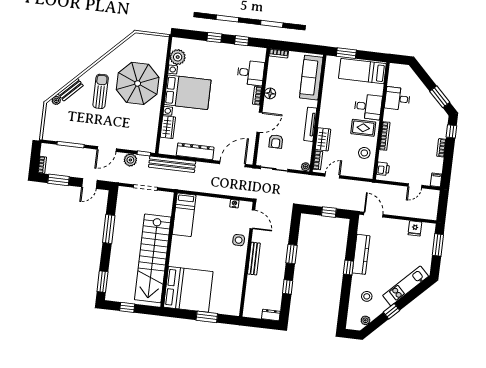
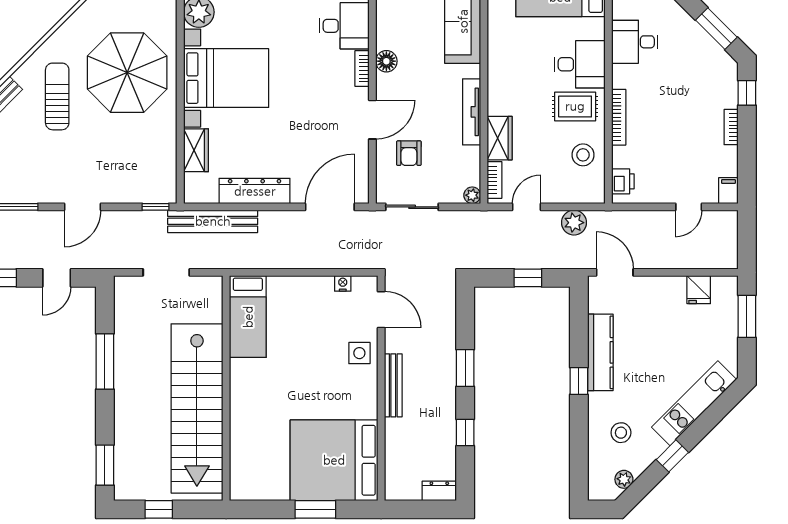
plant: (130, 160) -> (574, 223), moved
bed: (188, 289) -> (334, 460), moved, turned 180

